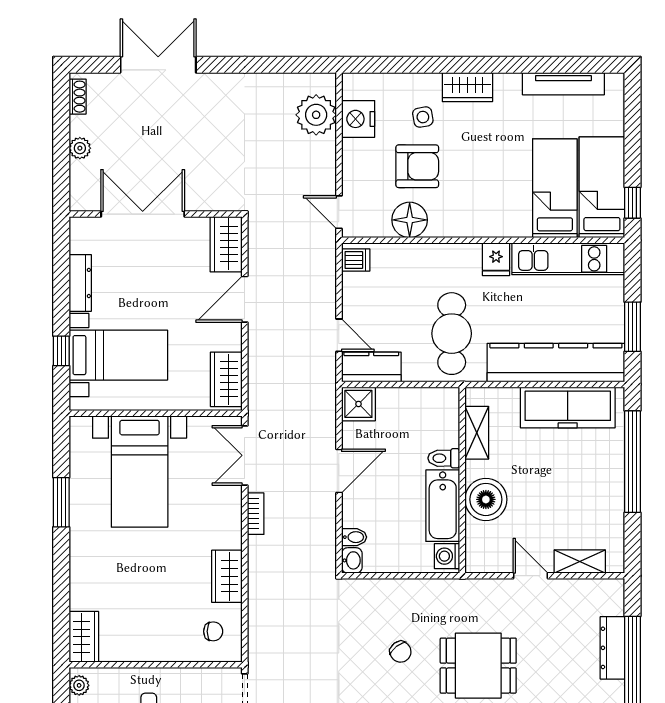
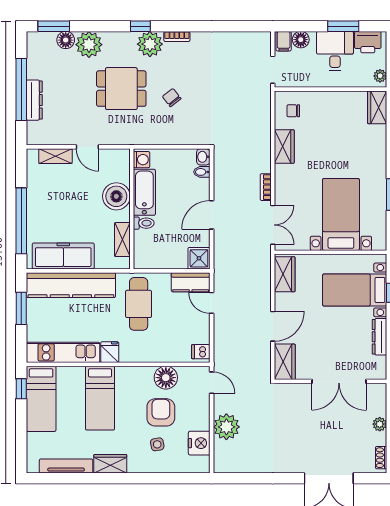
wardrobe: (467, 87) -> (110, 464), moved
plant: (316, 115) -> (226, 427), moved
armchair: (417, 166) -> (161, 412), turned 90
bed: (555, 188) -> (100, 398), moved

